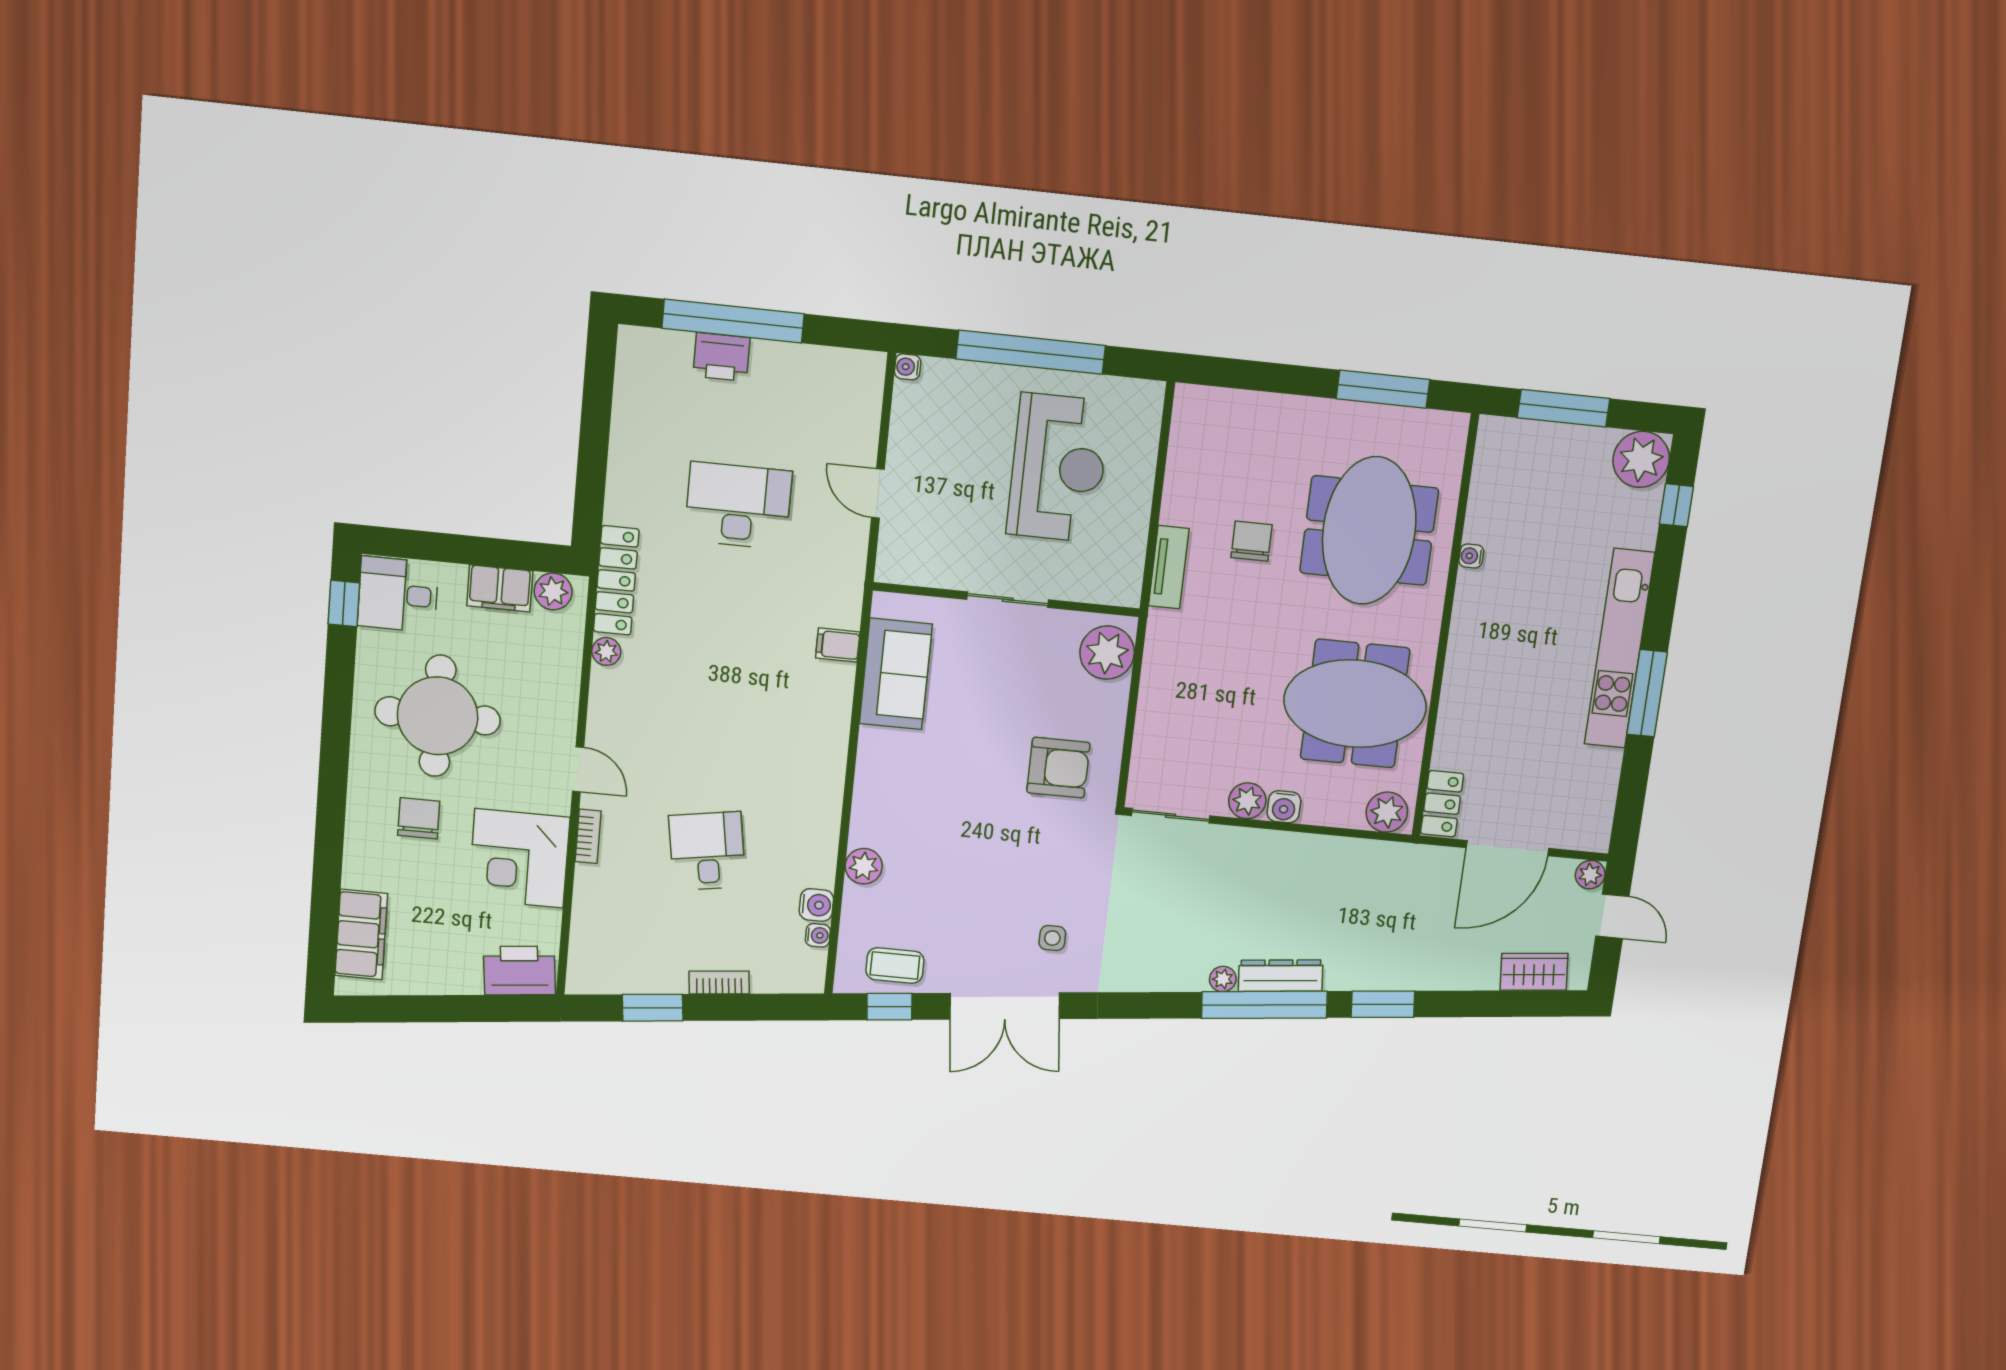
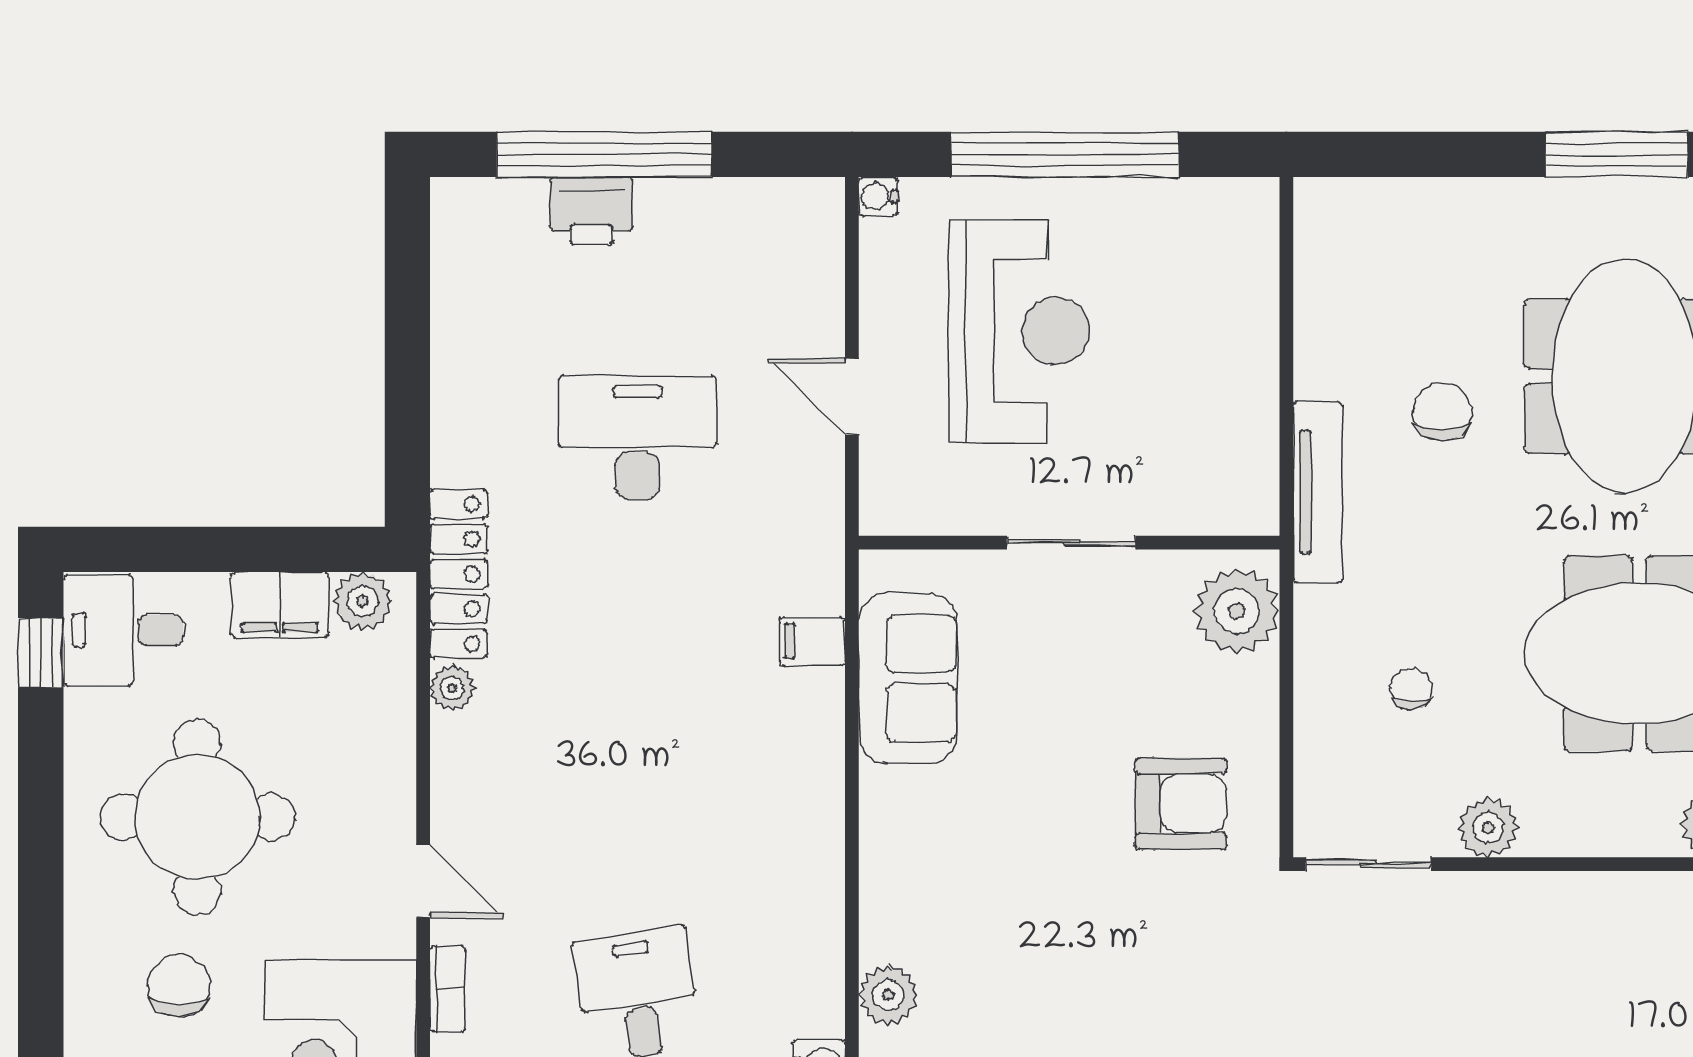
reception desk: (1058, 468) -> (1019, 331), moved
tv unit: (1169, 567) -> (1318, 492), width x1.41
chair: (1210, 711) -> (1411, 689), added
water cooler: (1284, 807) -> (1548, 832), removed

